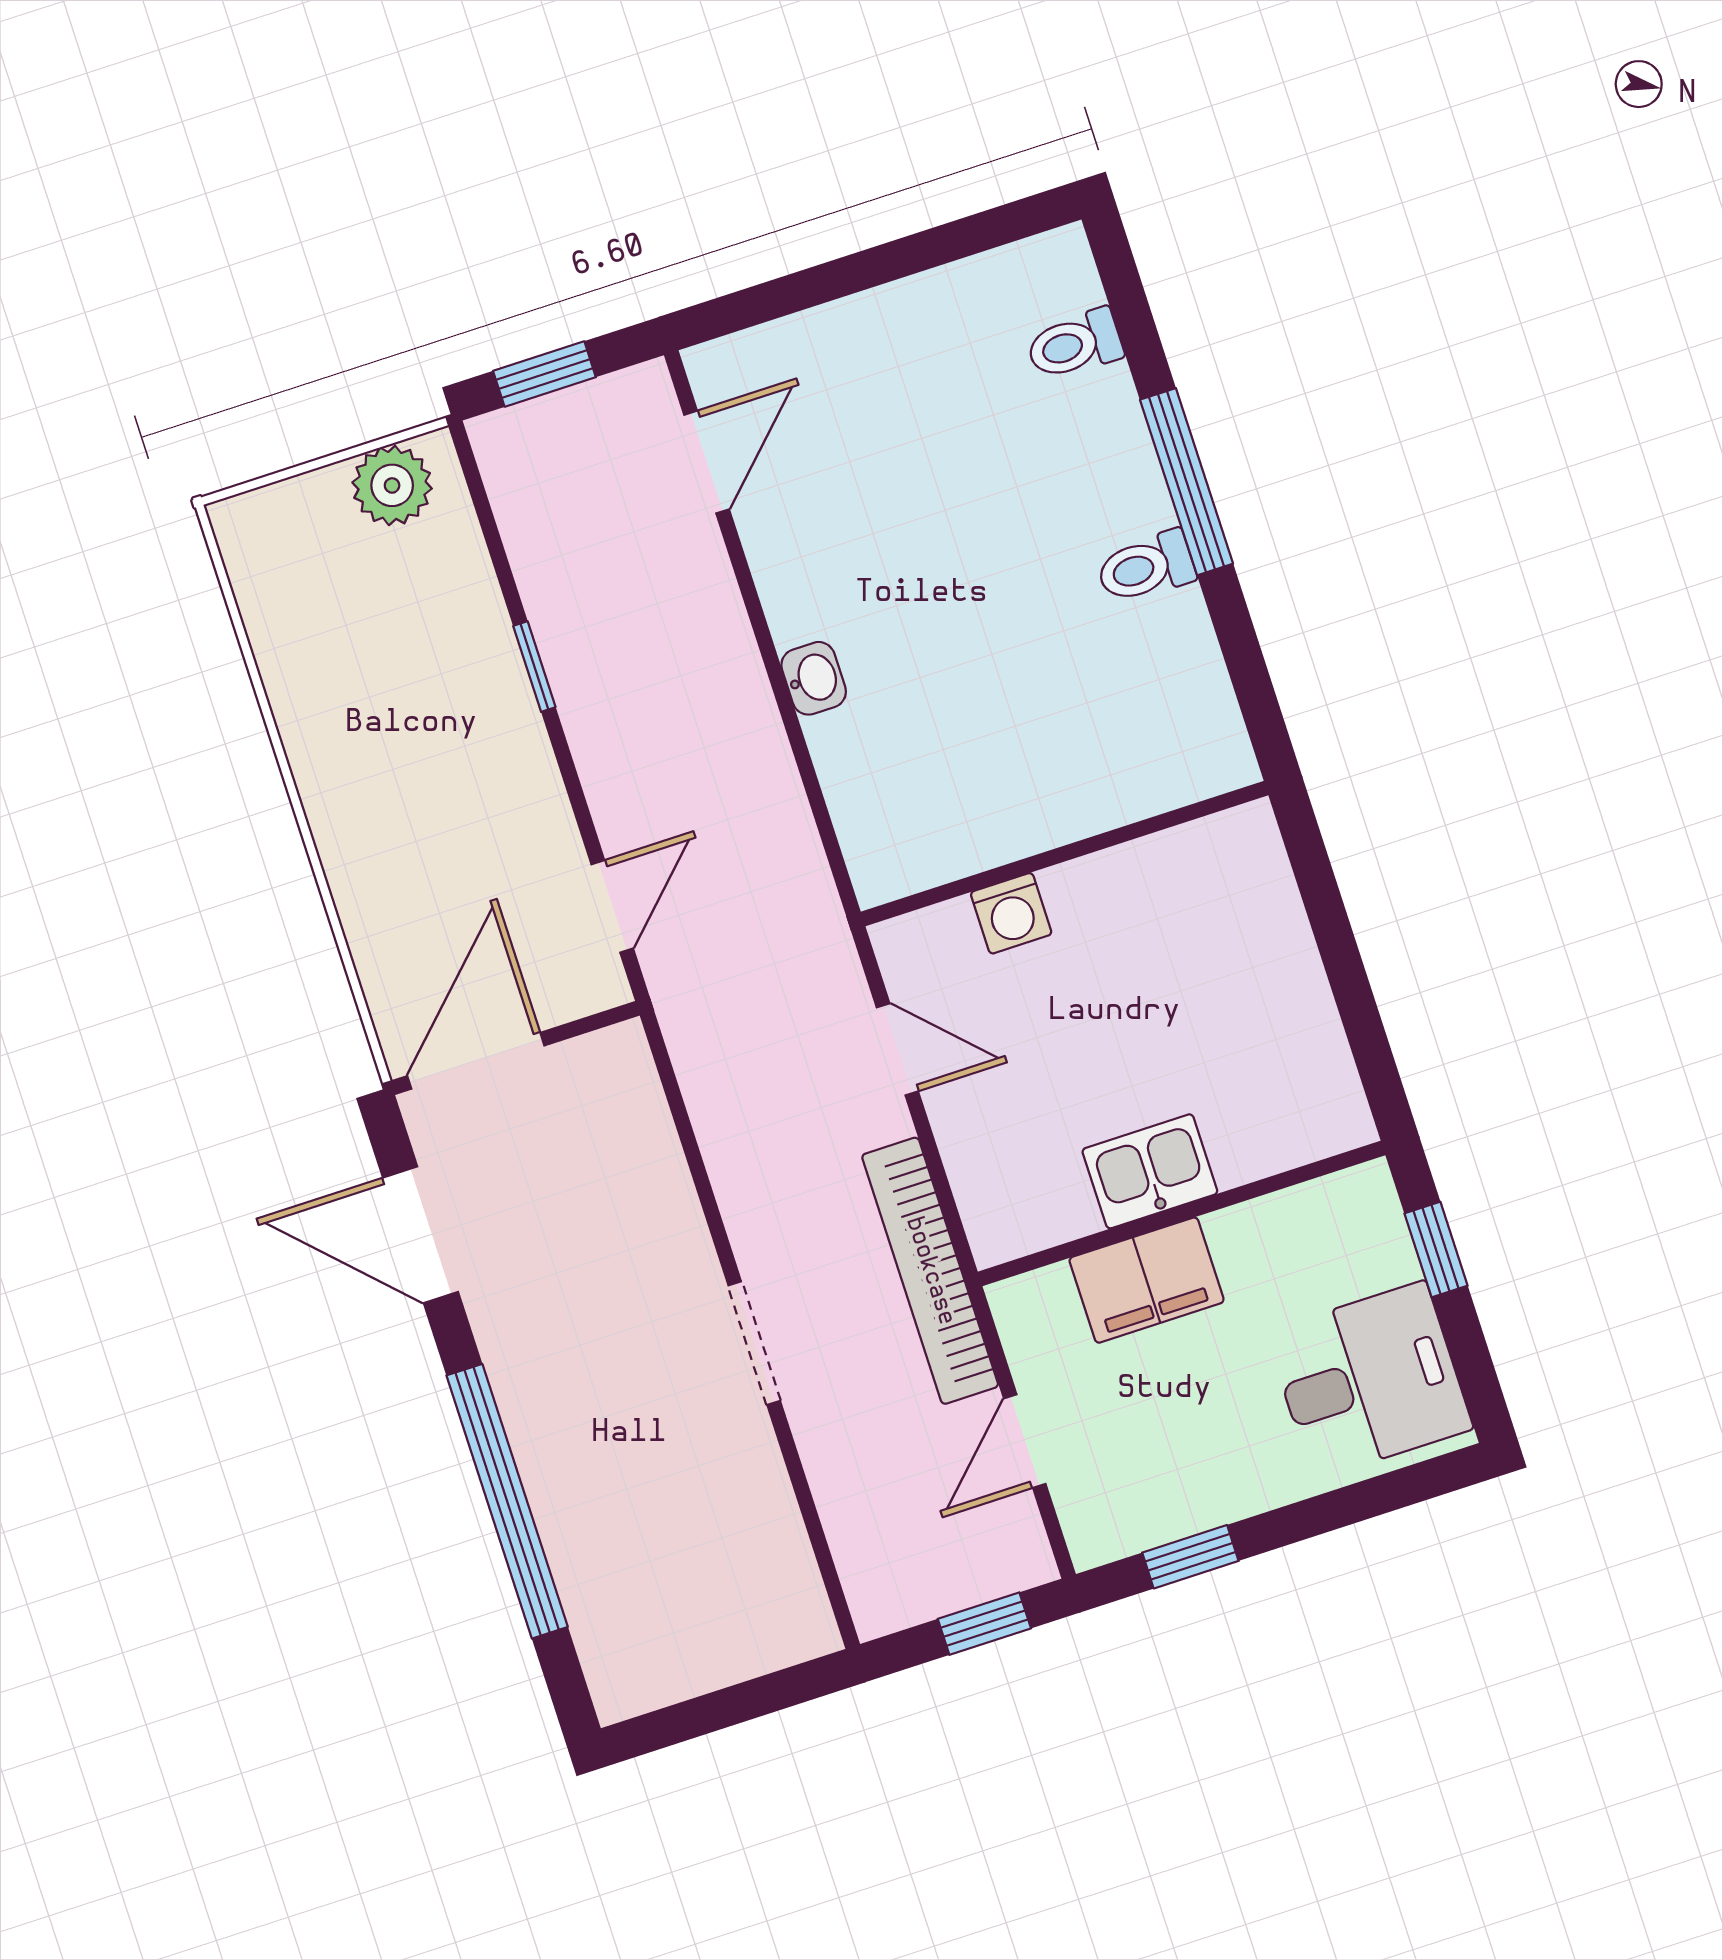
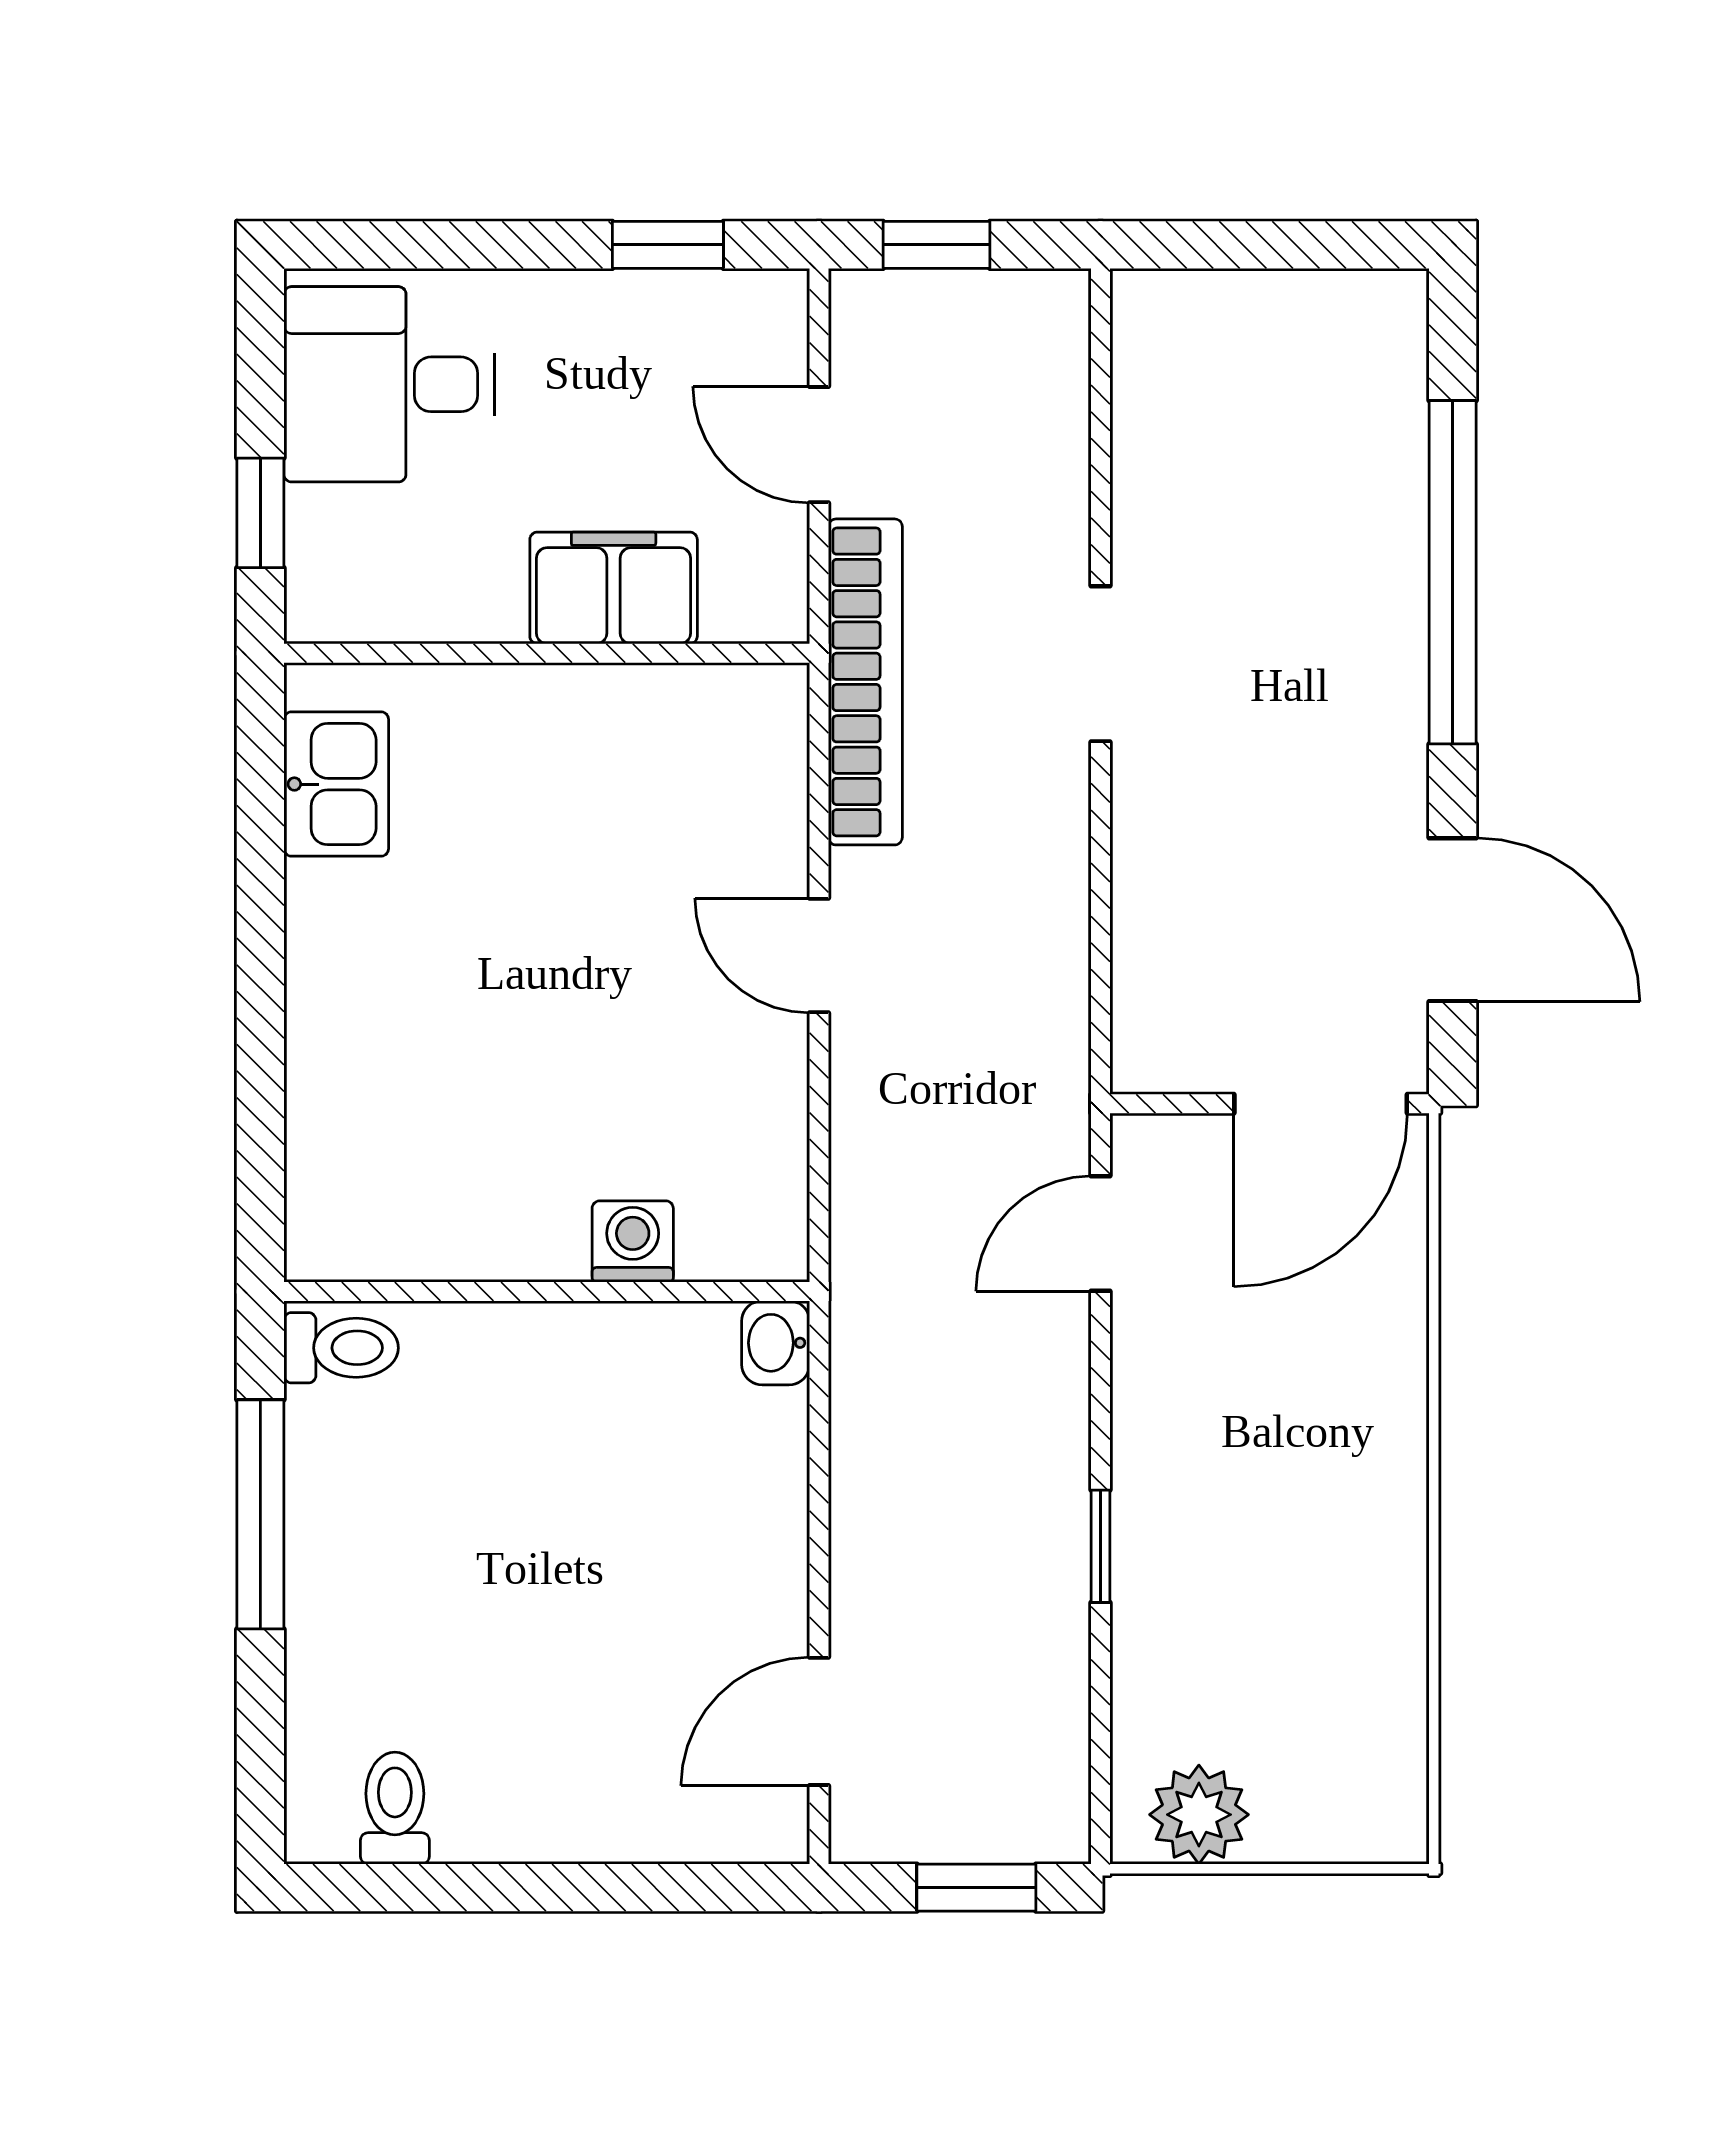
toilet: (1075, 344) -> (395, 1808), moved, turned -90
toilet: (1146, 567) -> (341, 1348), moved
washbasin: (814, 678) -> (776, 1343), moved
wall: (1065, 854) -> (547, 1291), moved
washing machine: (1011, 913) -> (633, 1241), moved
kitchen sink: (1150, 1171) -> (336, 784), moved, turned -90
door: (1025, 1441) -> (819, 445), swing flipped

